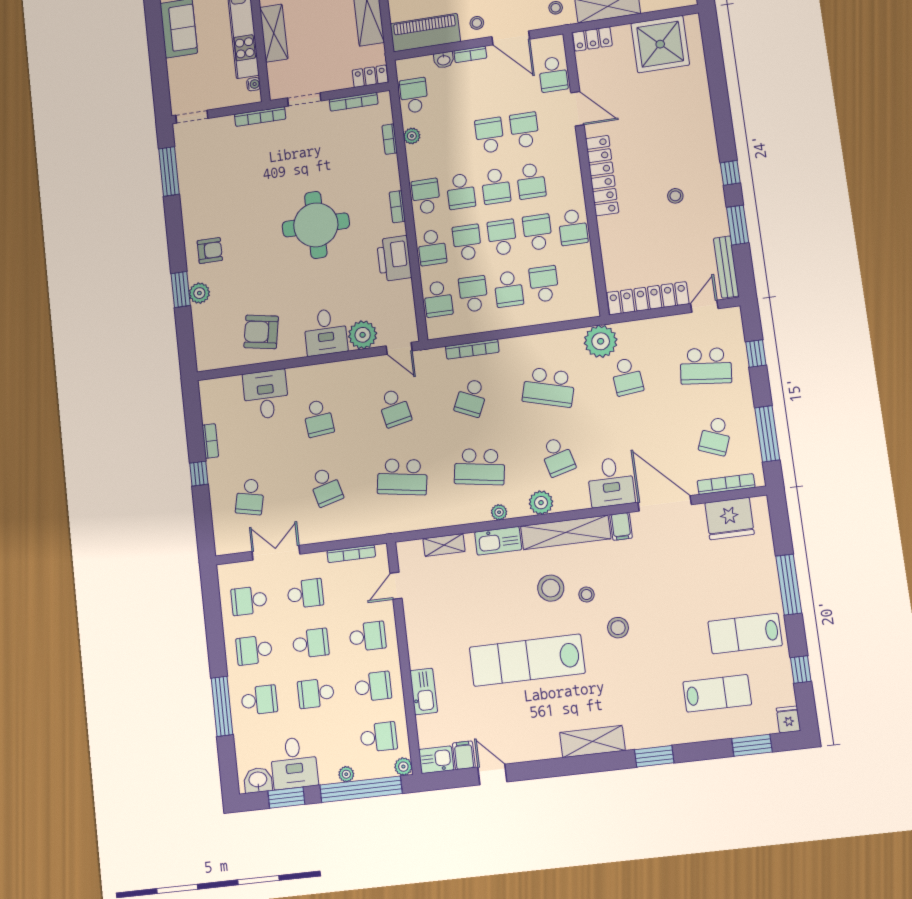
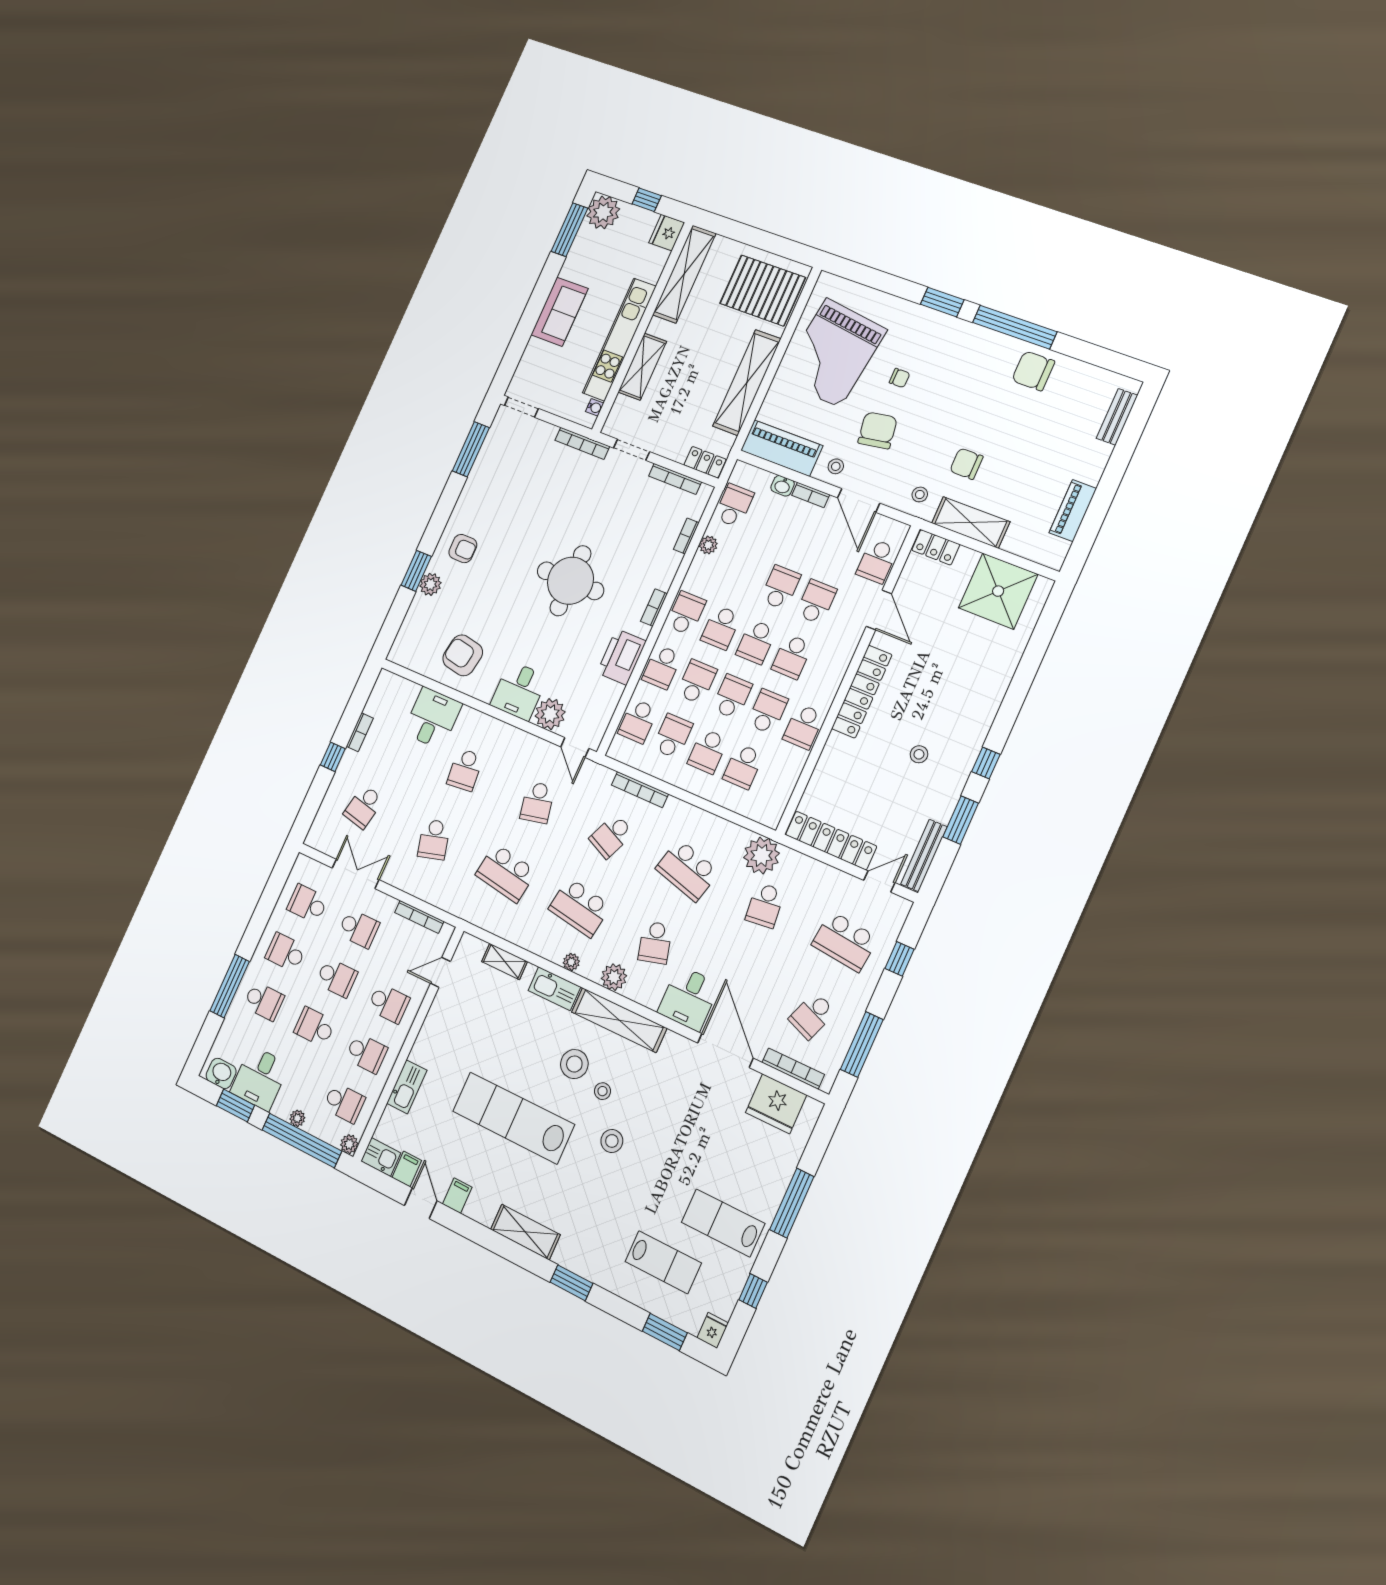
school desk: (544, 284) -> (743, 767), turned 180
filing cabinet: (621, 526) -> (457, 1196), moved, turned 180

